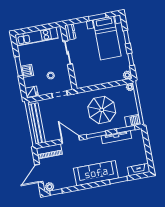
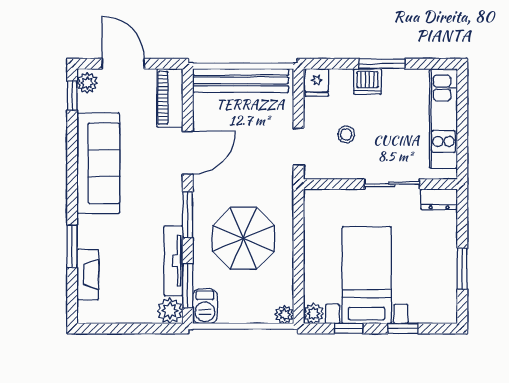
bed with nightstands: (107, 38) -> (367, 275), moved, turned 90
plant: (137, 135) -> (170, 311), added
fireplace: (139, 170) -> (88, 275), moved
sofa: (96, 173) -> (98, 163), moved

